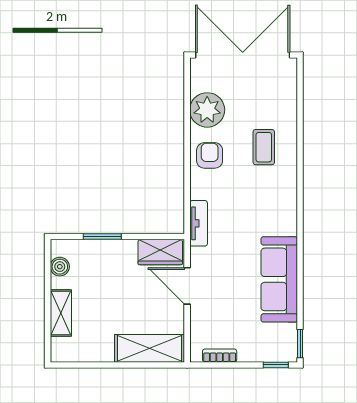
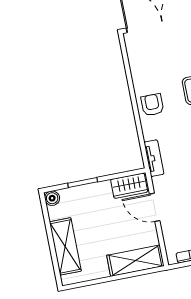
plant: (207, 110) -> (144, 70), removed
boiler: (60, 267) -> (52, 198), moved
shelving: (61, 313) -> (65, 246), width x1.50, depth x1.33

